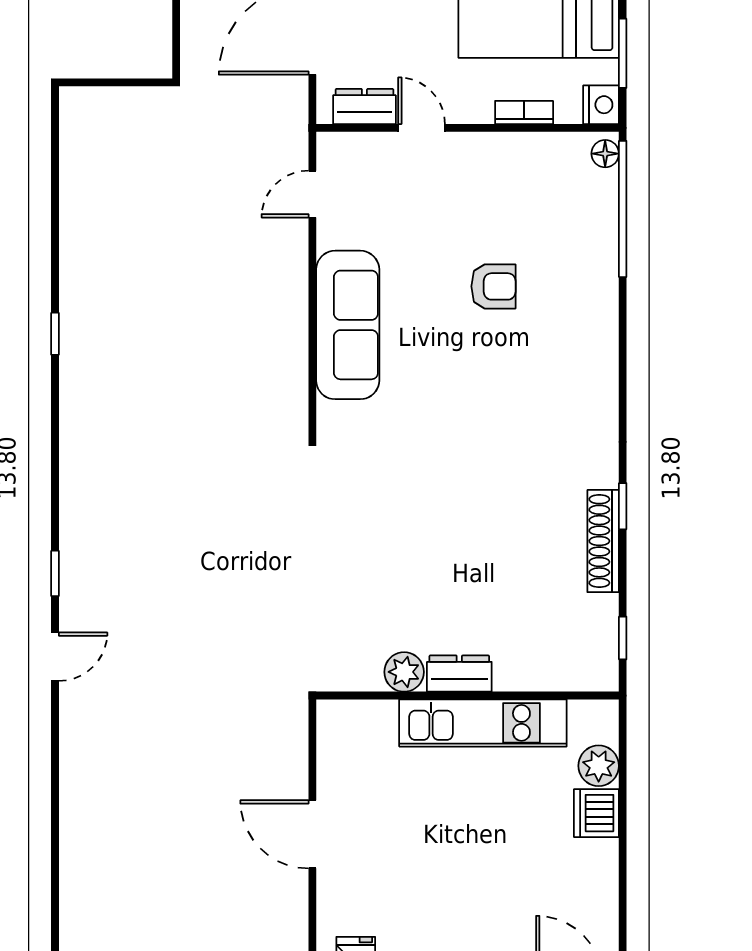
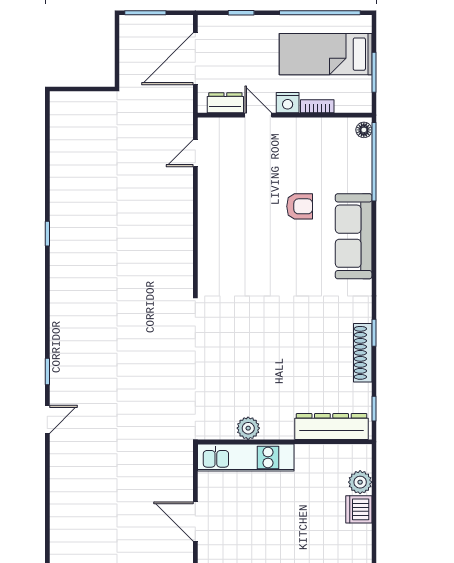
nightstand: (601, 105) -> (288, 103), moved, turned 90
sofa: (348, 325) -> (354, 236), moved, turned 180
dresser: (459, 674) -> (332, 427), moved, width x1.96, depth x1.24
kitchen unit: (483, 723) -> (246, 457), moved

